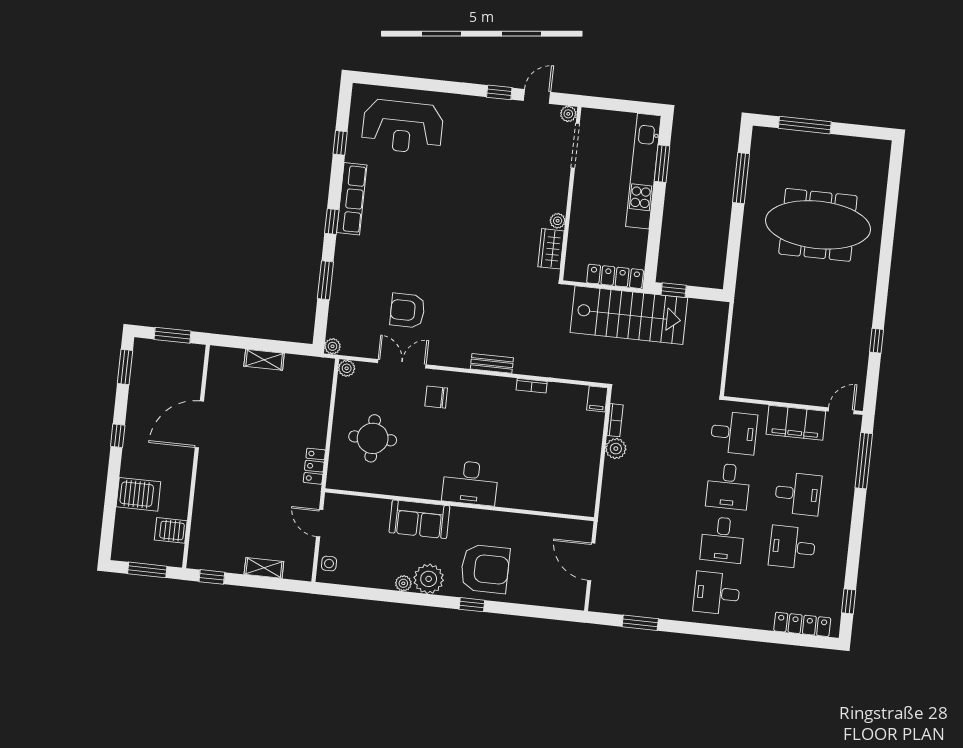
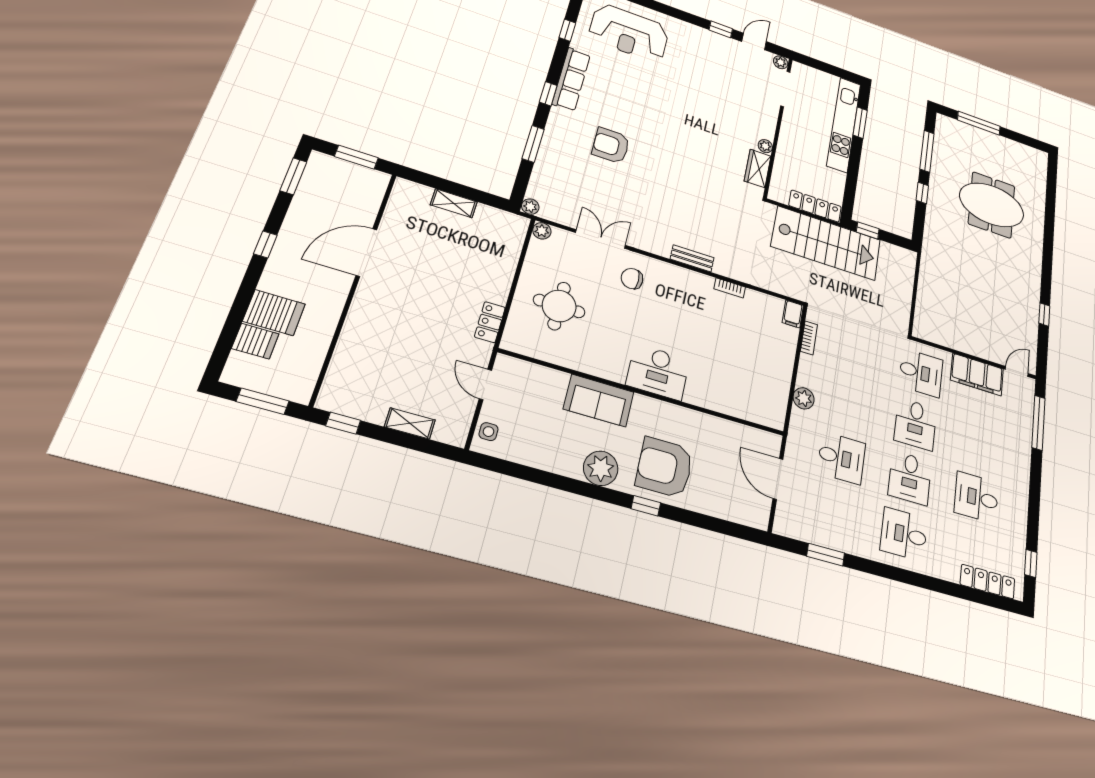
meeting table: (818, 225) -> (992, 205), width x0.73
window: (735, 231) -> (922, 193), added
armchair: (407, 310) -> (611, 146), moved
plant: (616, 449) -> (804, 398), moved
desk: (798, 494) -> (841, 458), moved
server rack: (171, 530) -> (255, 341), moved, turned 180
armchair: (485, 569) -> (664, 467), turned 180
plant: (403, 583) -> (571, 469), removed

